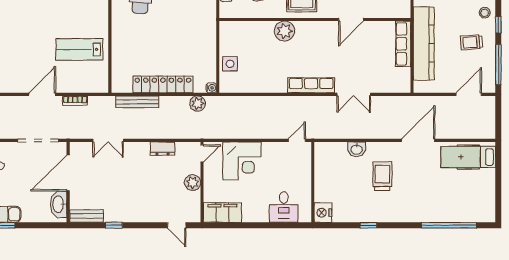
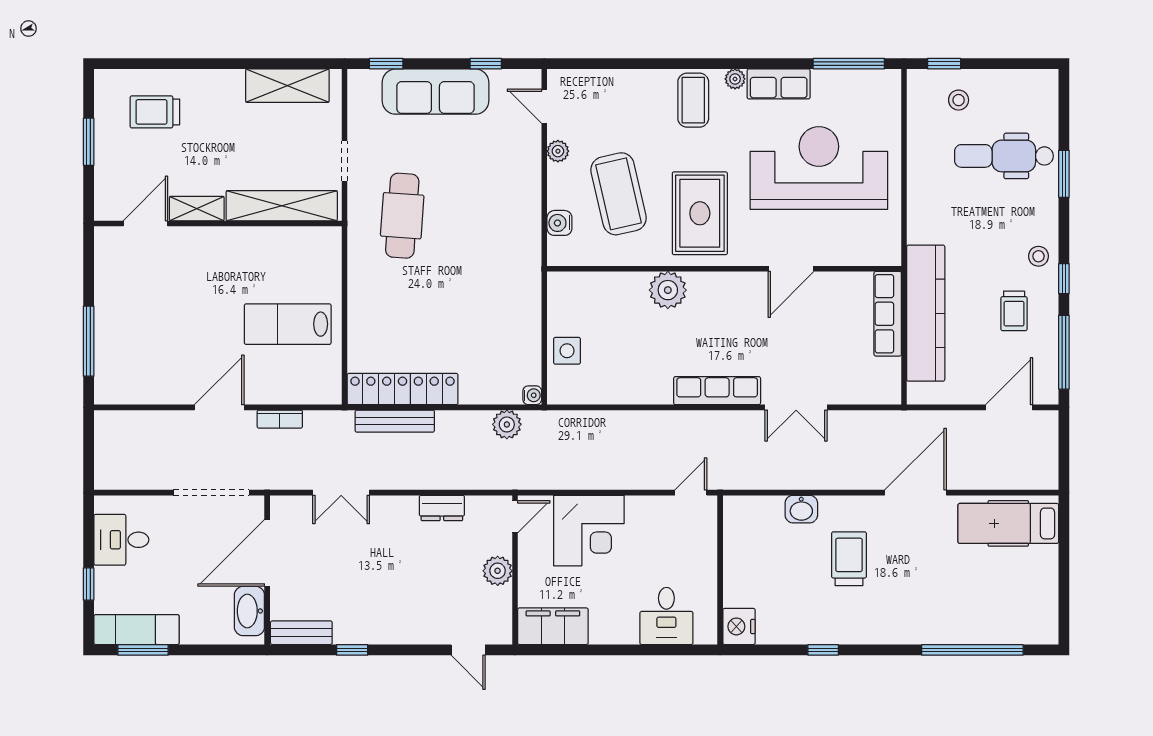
trolley: (471, 42) -> (1014, 311), turned -86
locker: (163, 84) -> (403, 389), moved

